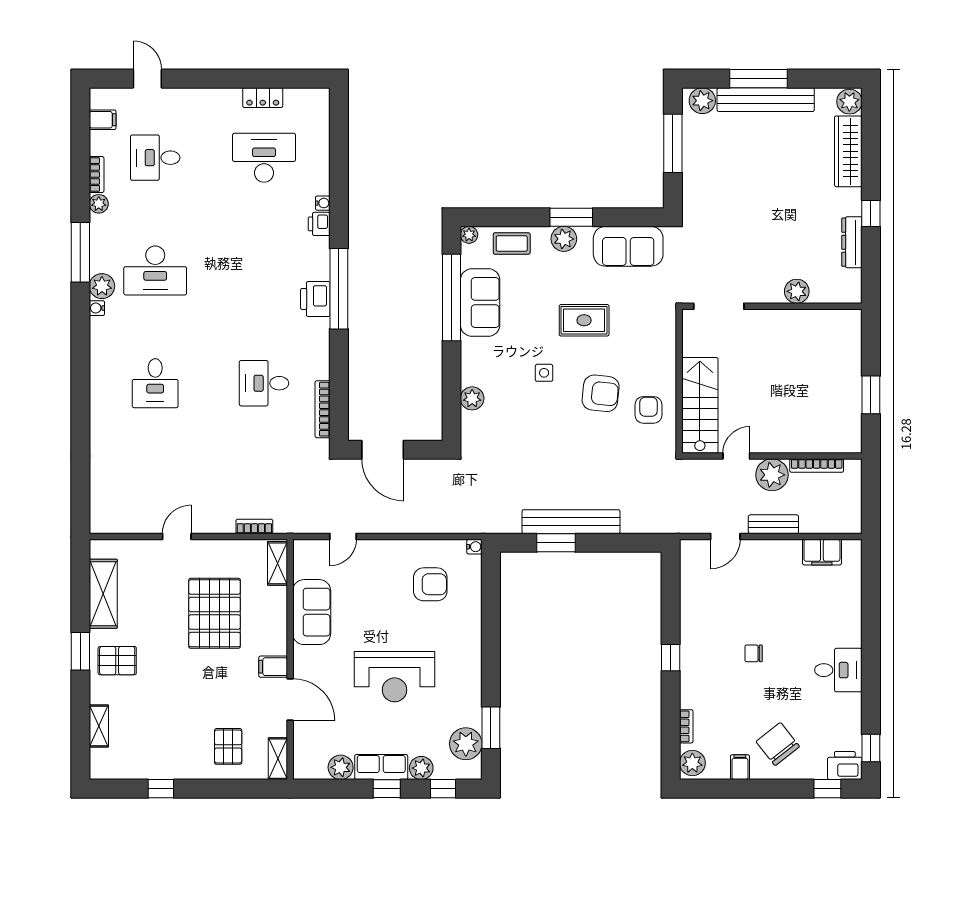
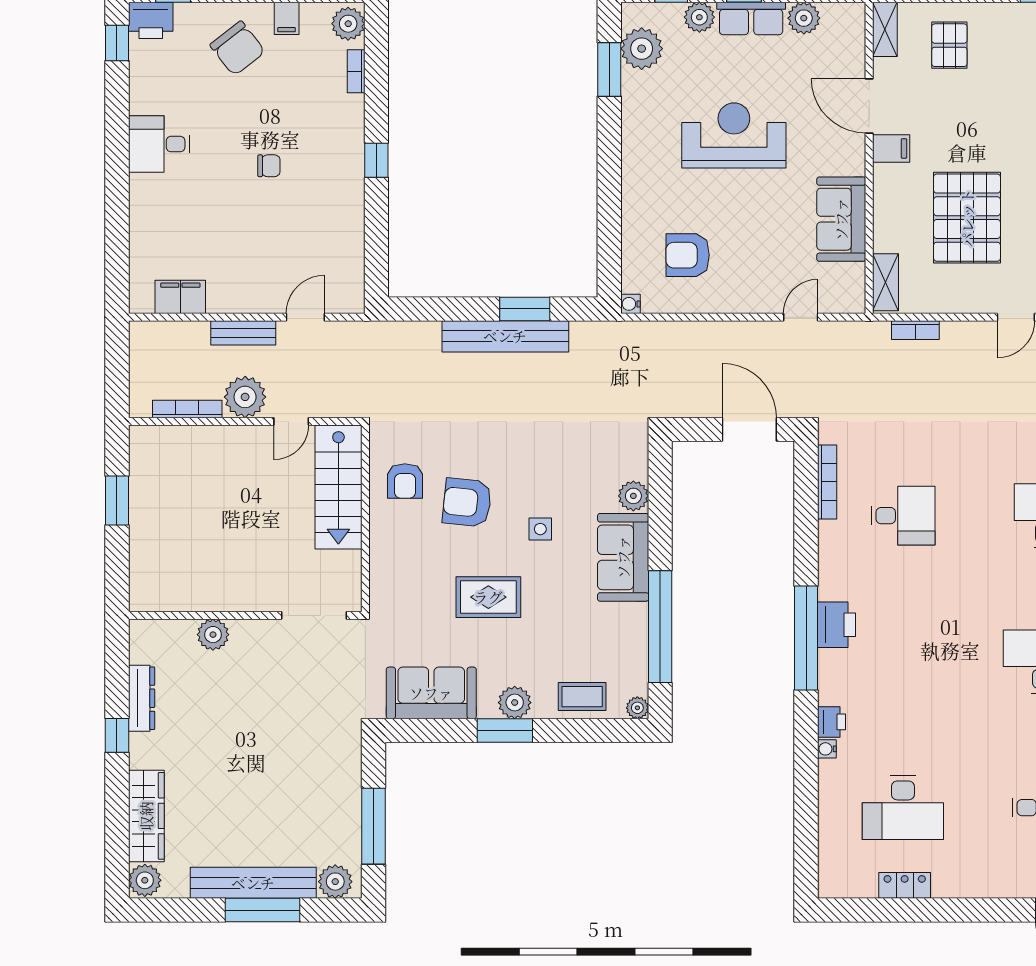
sofa: (480, 302) -> (623, 557), moved

